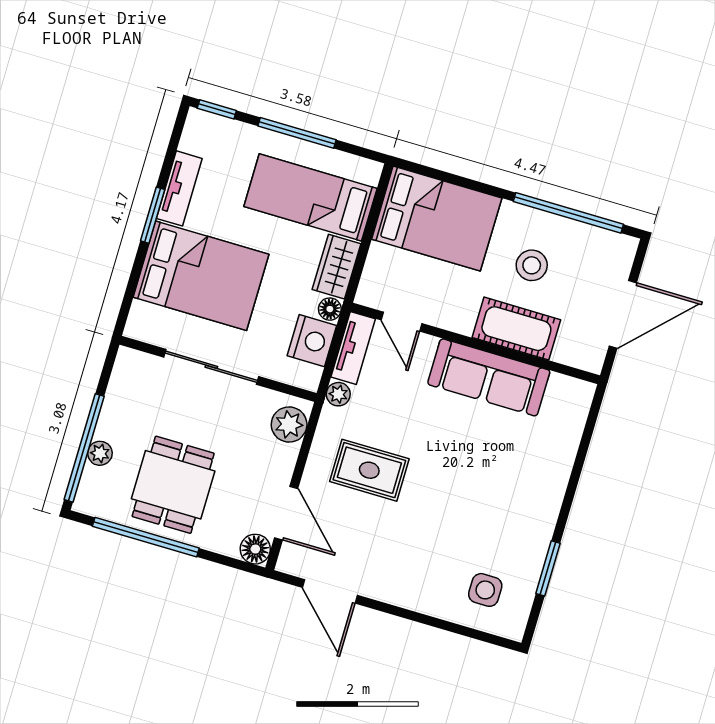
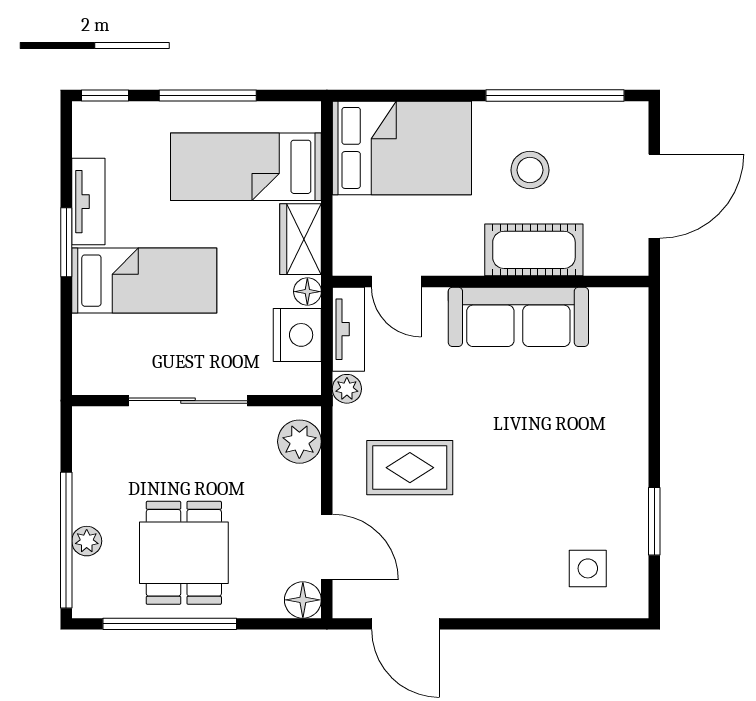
bed: (201, 276) -> (144, 281), width x0.67

